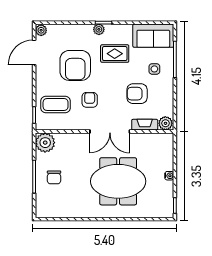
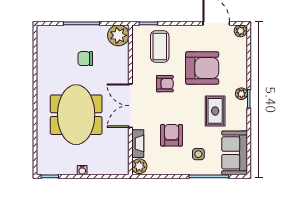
armchair: (75, 65) -> (202, 68), turned 180
chair: (54, 177) -> (85, 59), moved

